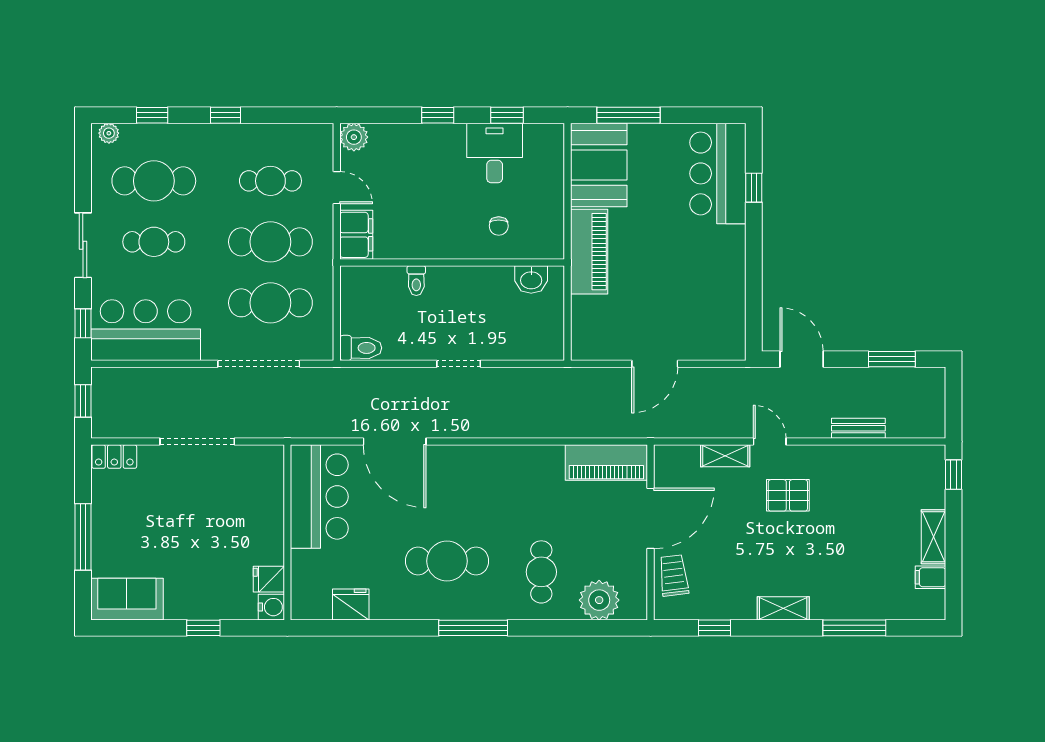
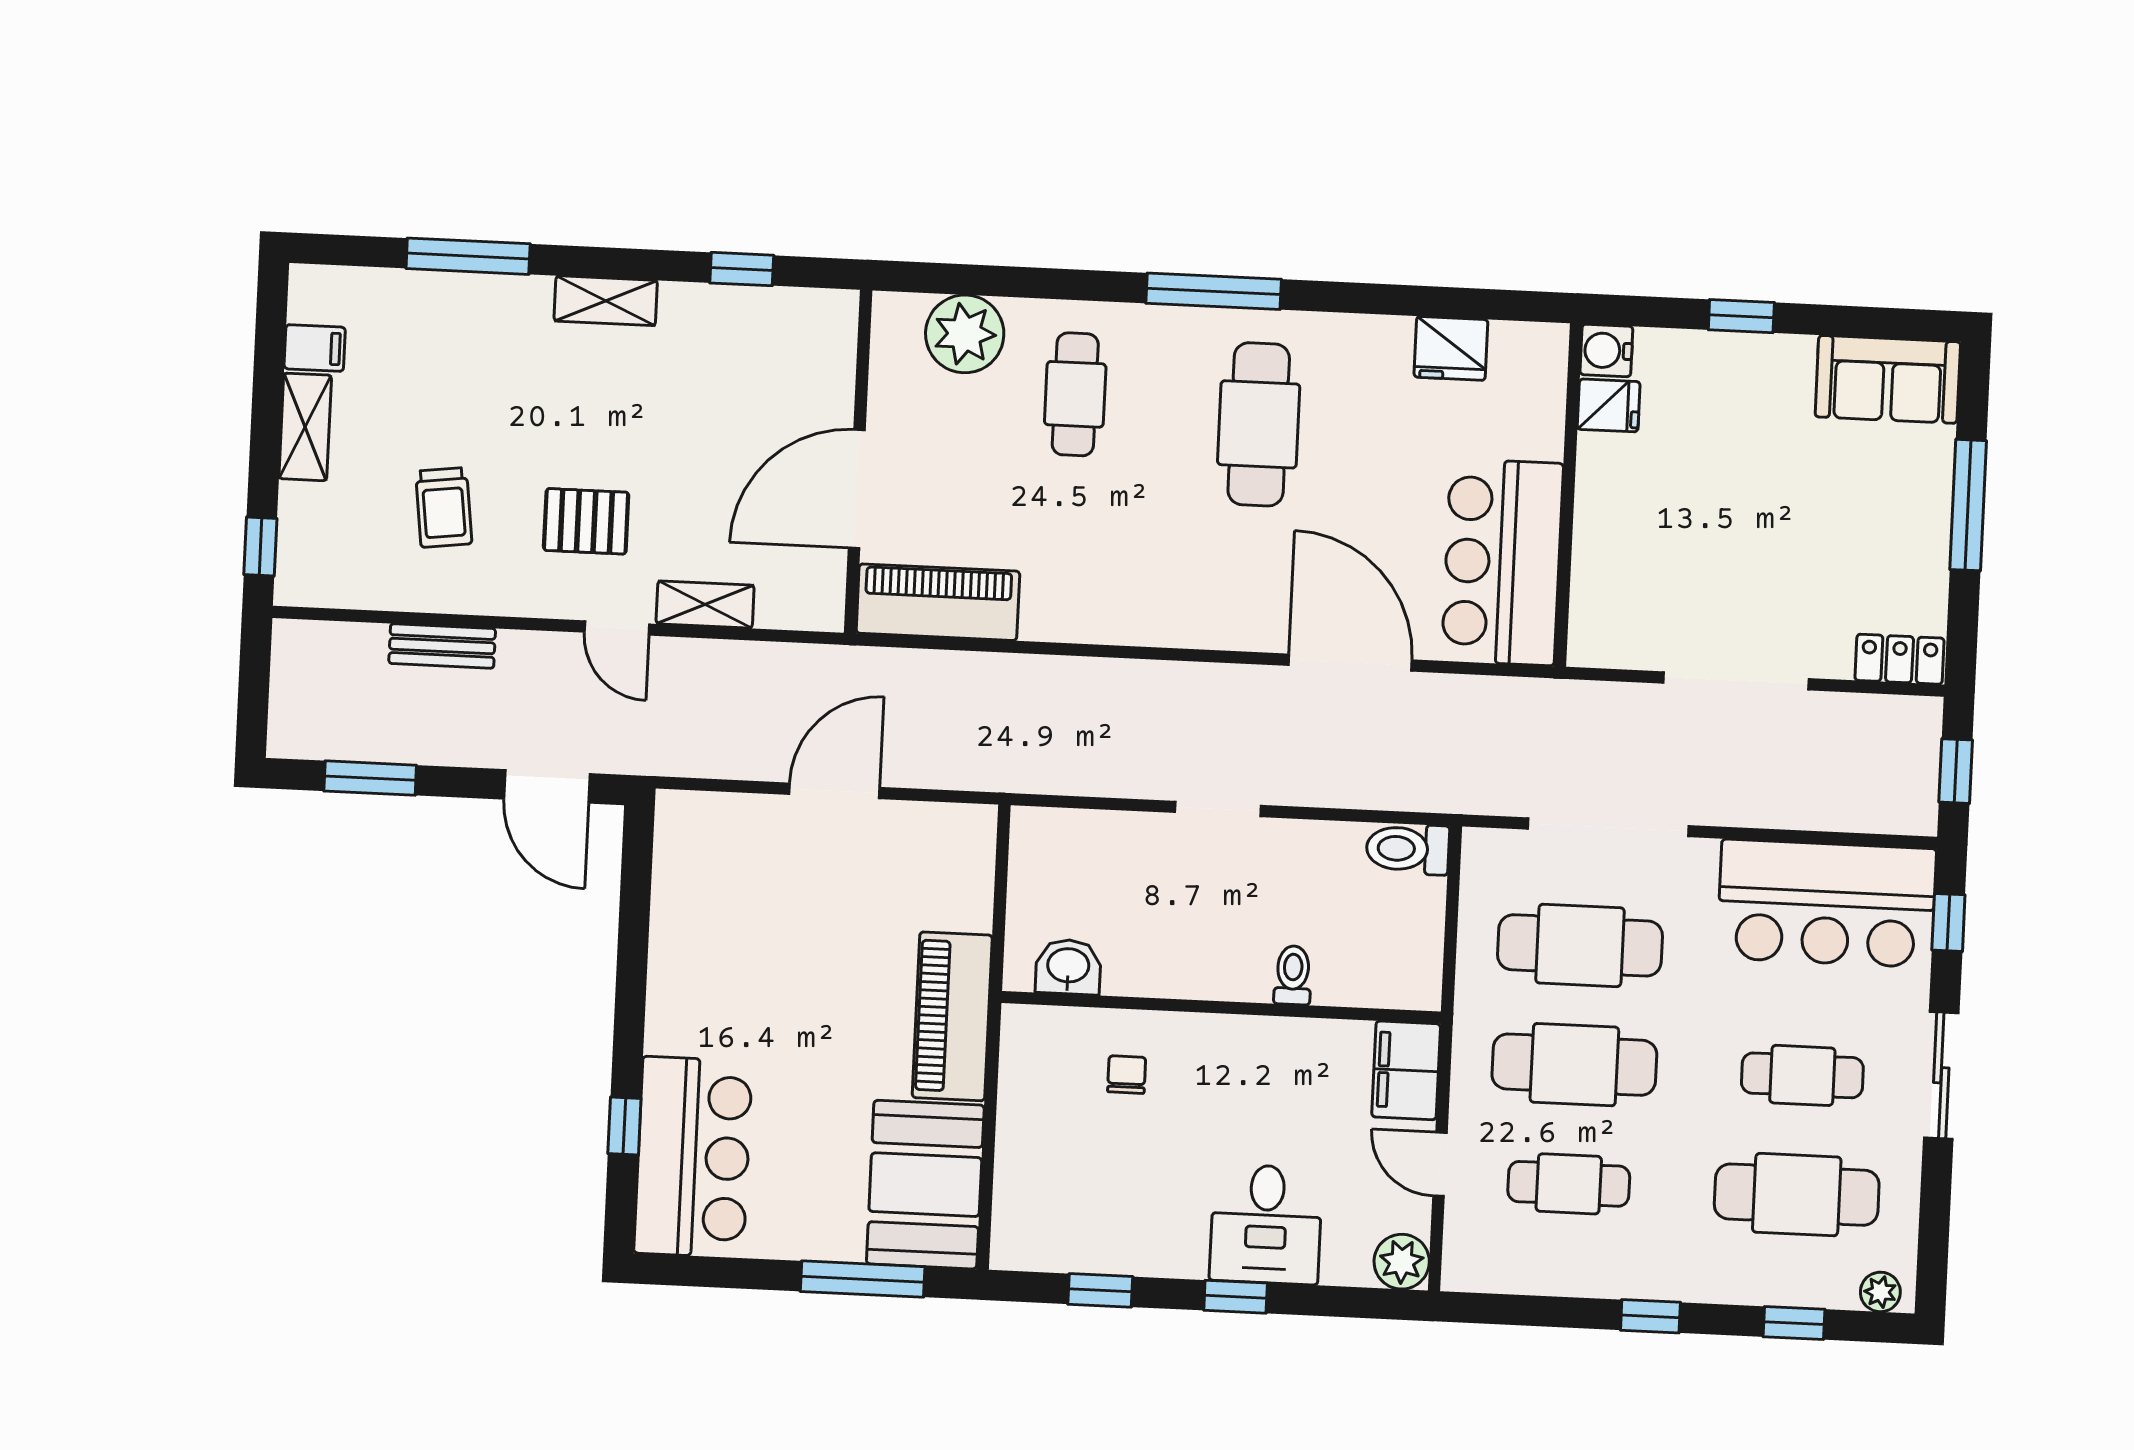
desk: (495, 153) -> (1266, 1224), moved
cafe table: (447, 561) -> (1259, 424), turned 90
trolley: (674, 575) -> (444, 507), moved

